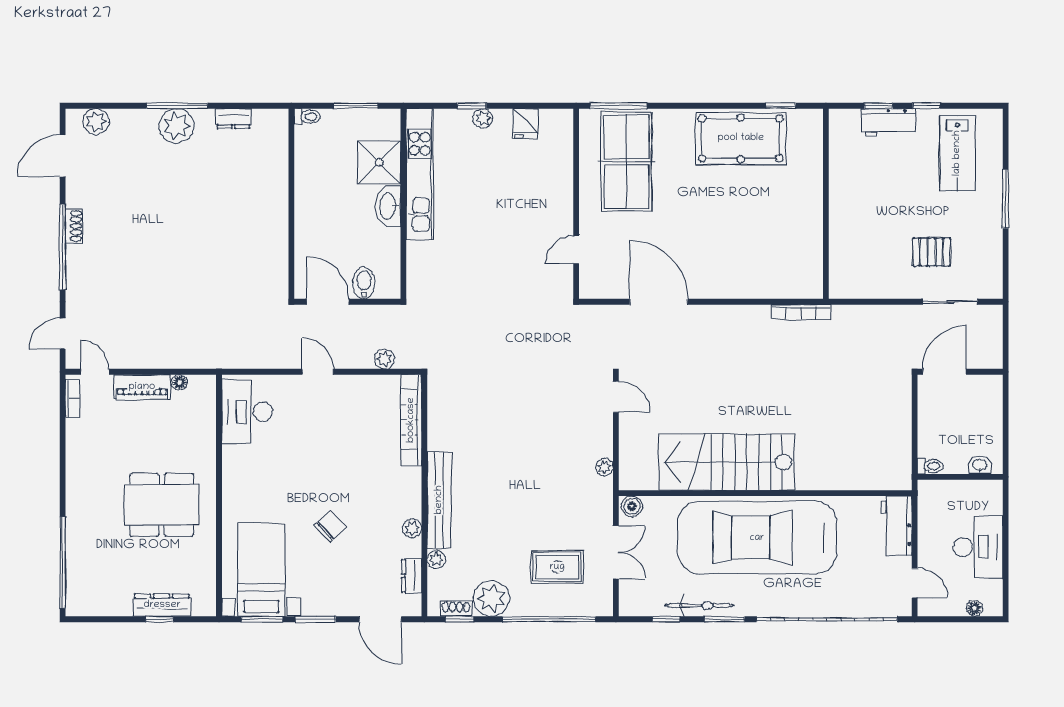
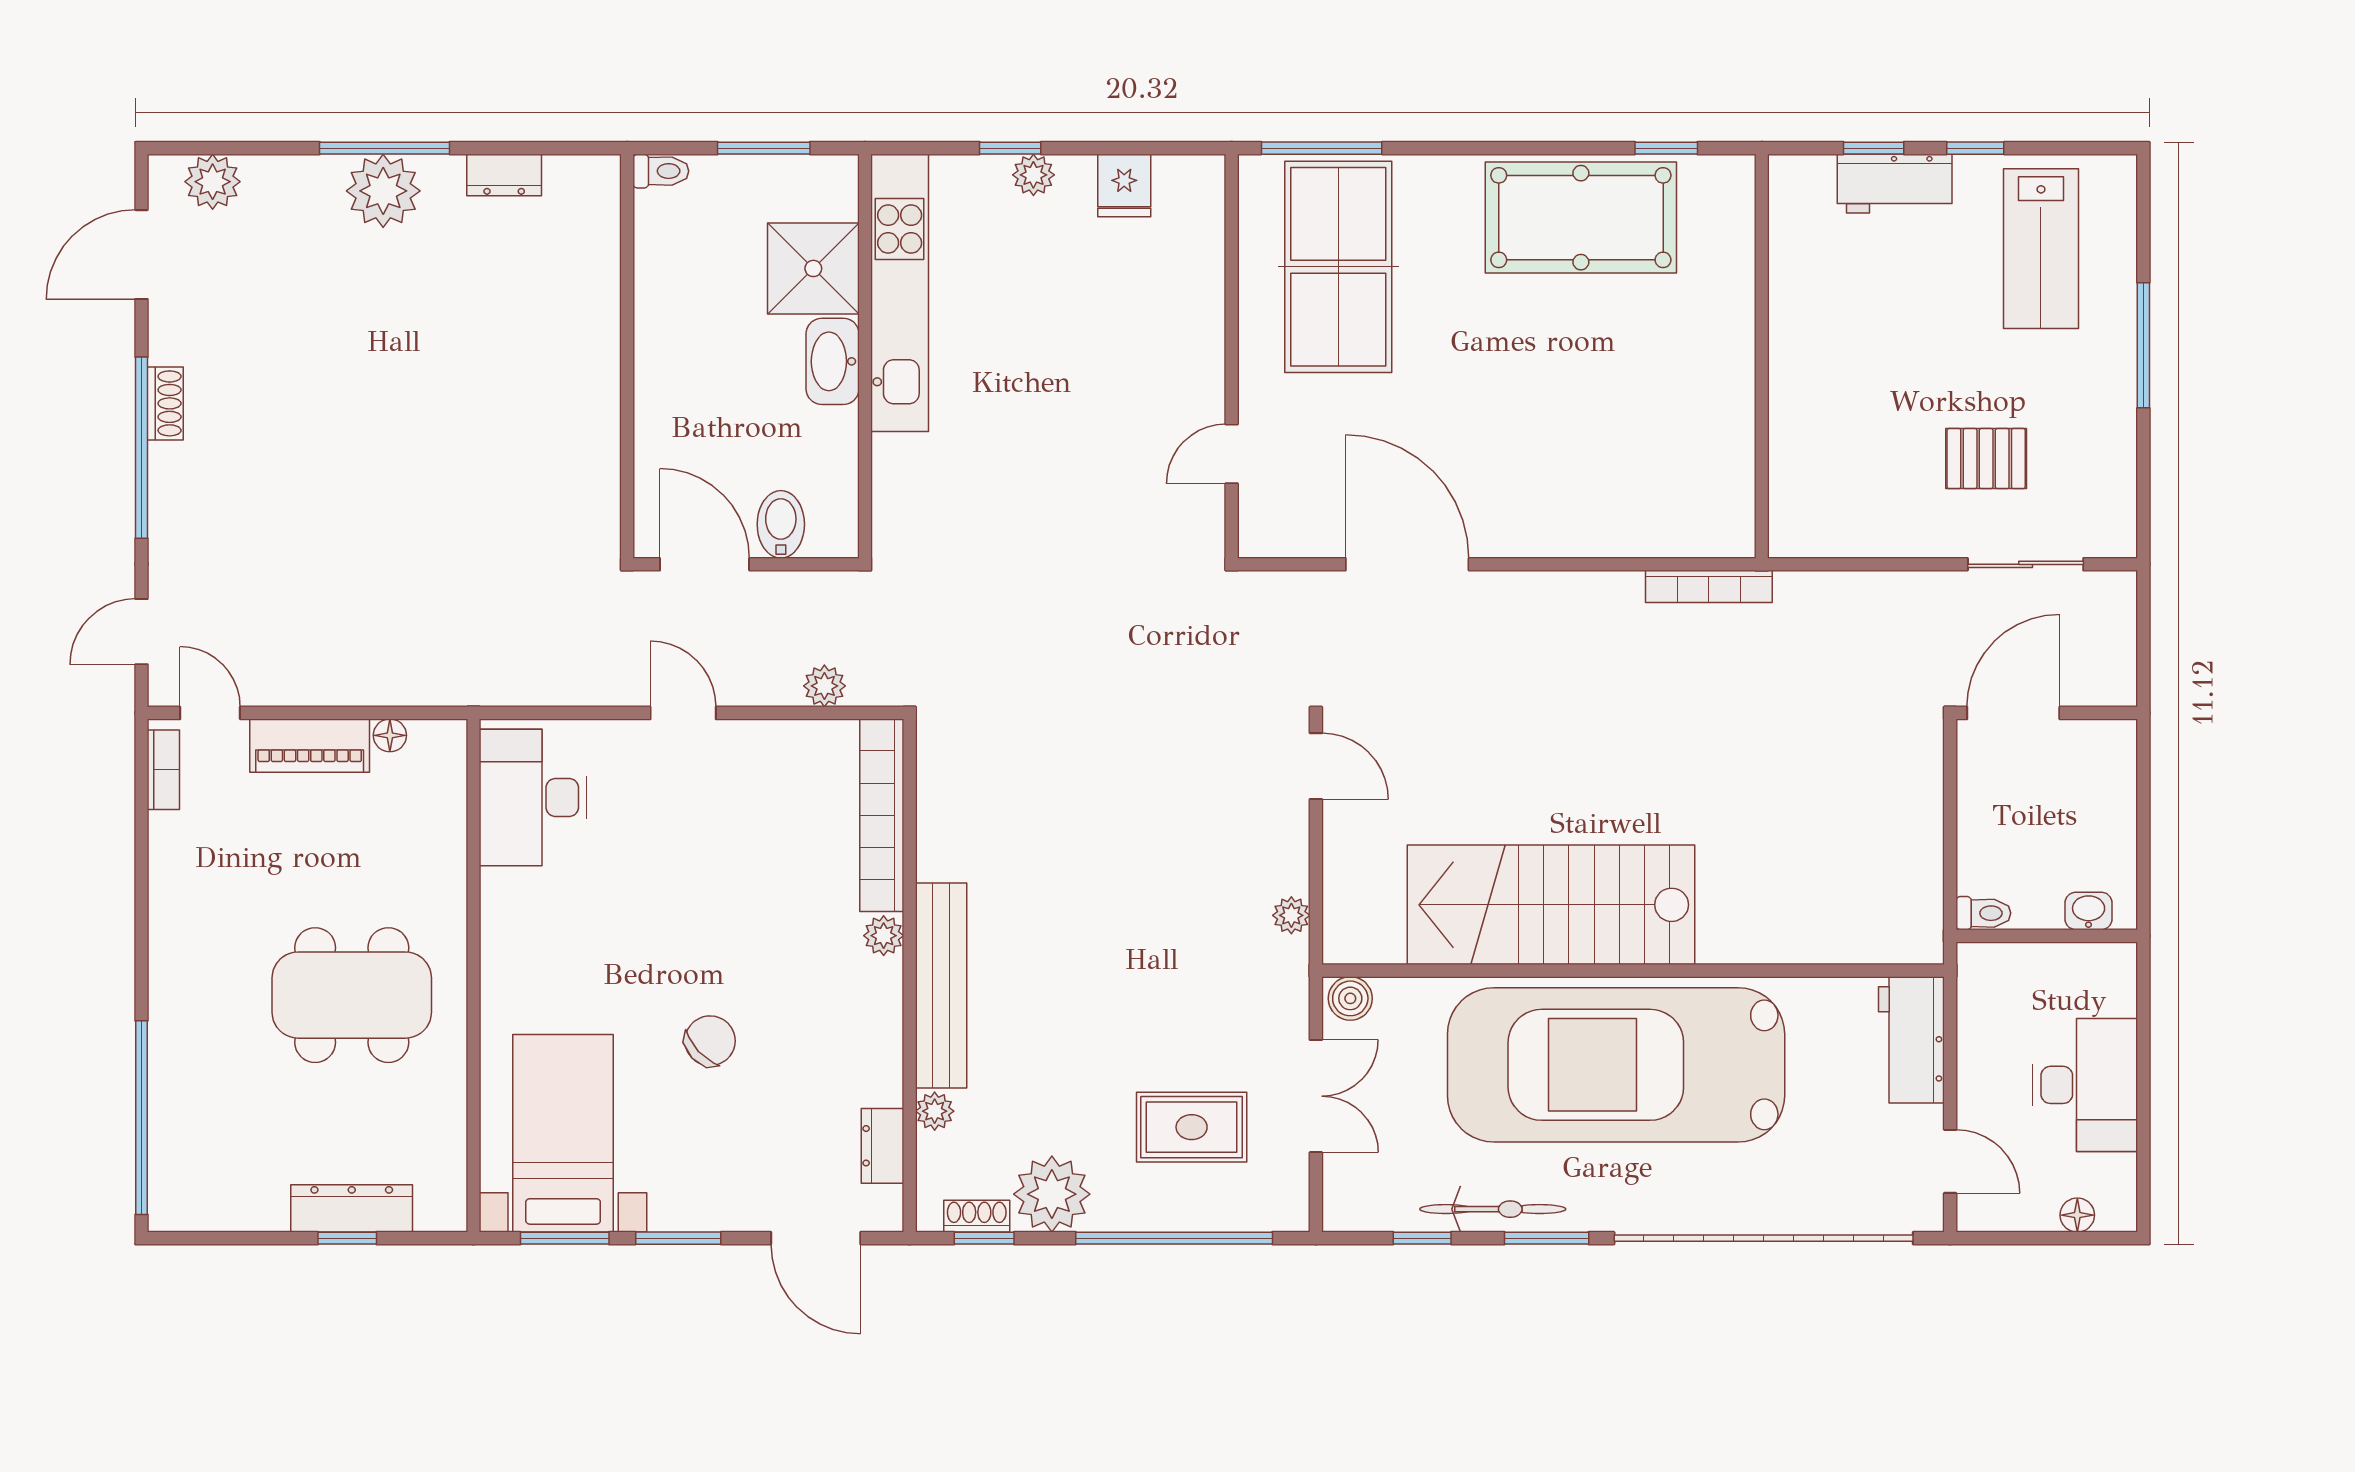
plant: (412, 528) -> (884, 936), moved

